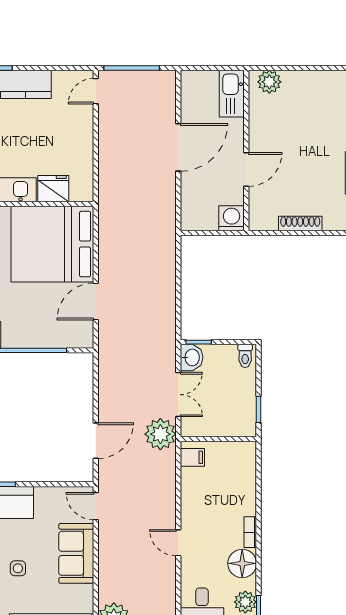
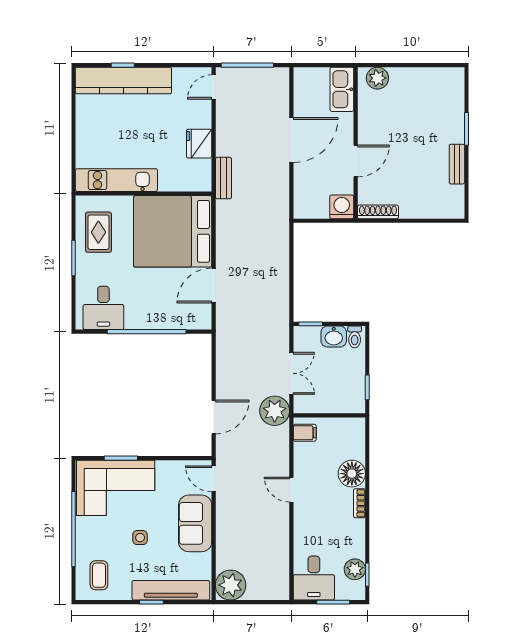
bench: (106, 188) -> (223, 178), added
fridge: (53, 189) -> (199, 144), moved, turned -90
shoe rack: (300, 223) -> (378, 212), moved
washbasin: (192, 357) -> (334, 337), moved, turned 90
door: (178, 543) -> (291, 490), moved
floor lamp: (242, 563) -> (352, 474), moved

